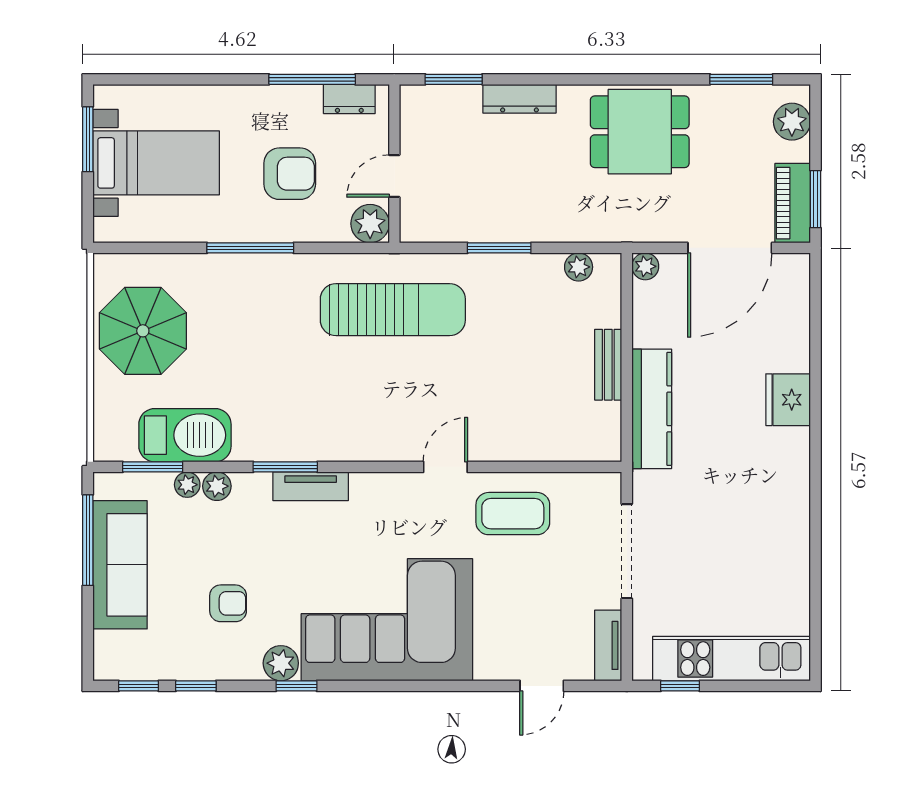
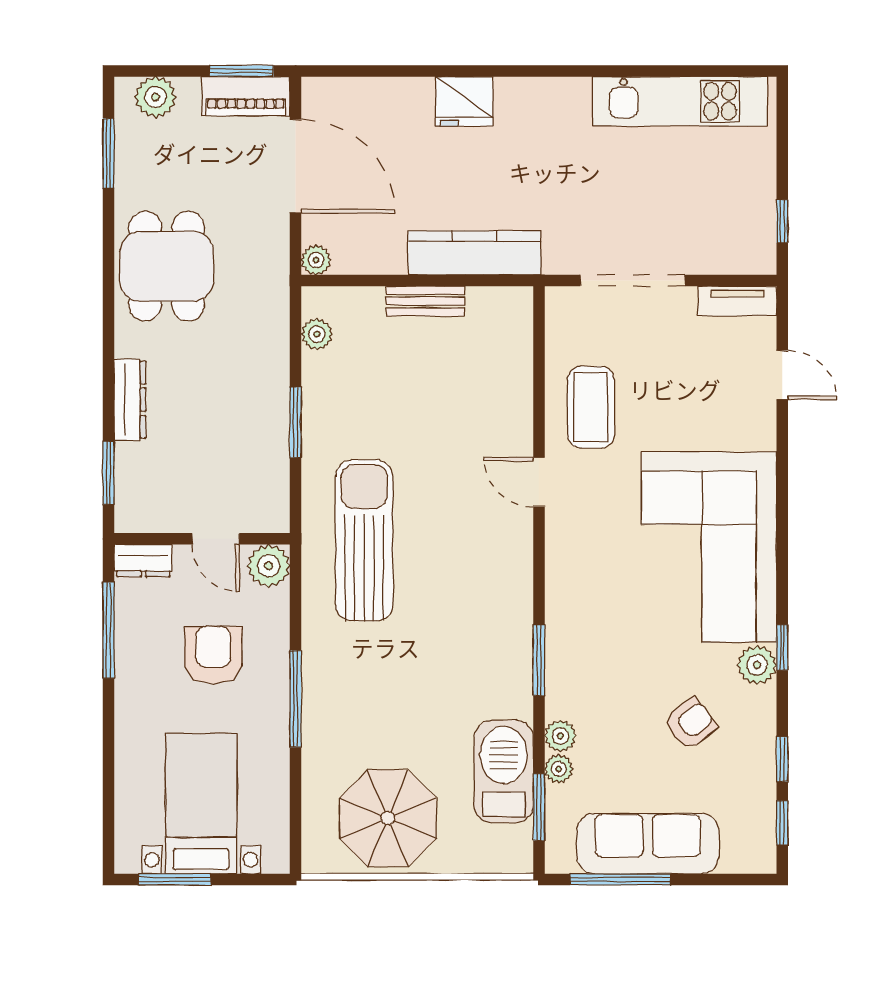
dresser: (349, 99) -> (143, 561), moved, turned 90
tv unit: (311, 486) -> (561, 632), removed
armchair: (228, 603) -> (691, 724), turned 53
kitchen unit: (732, 659) -> (680, 101), moved, turned -90

